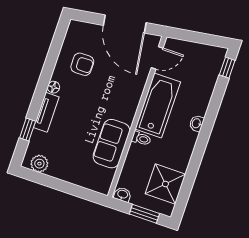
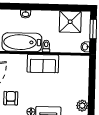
sofa: (111, 144) -> (43, 64), moved

